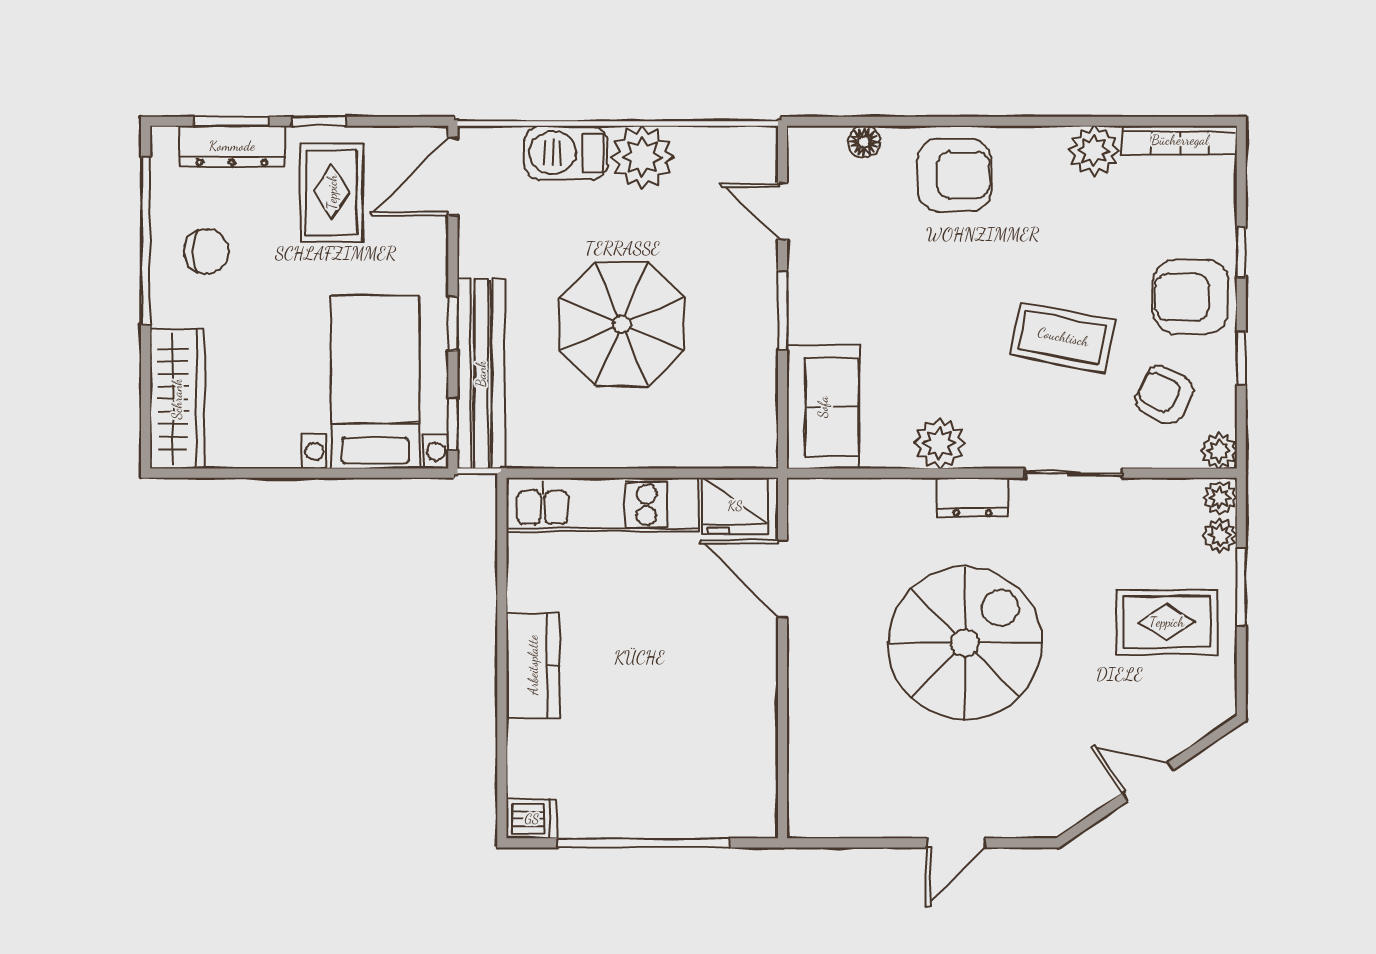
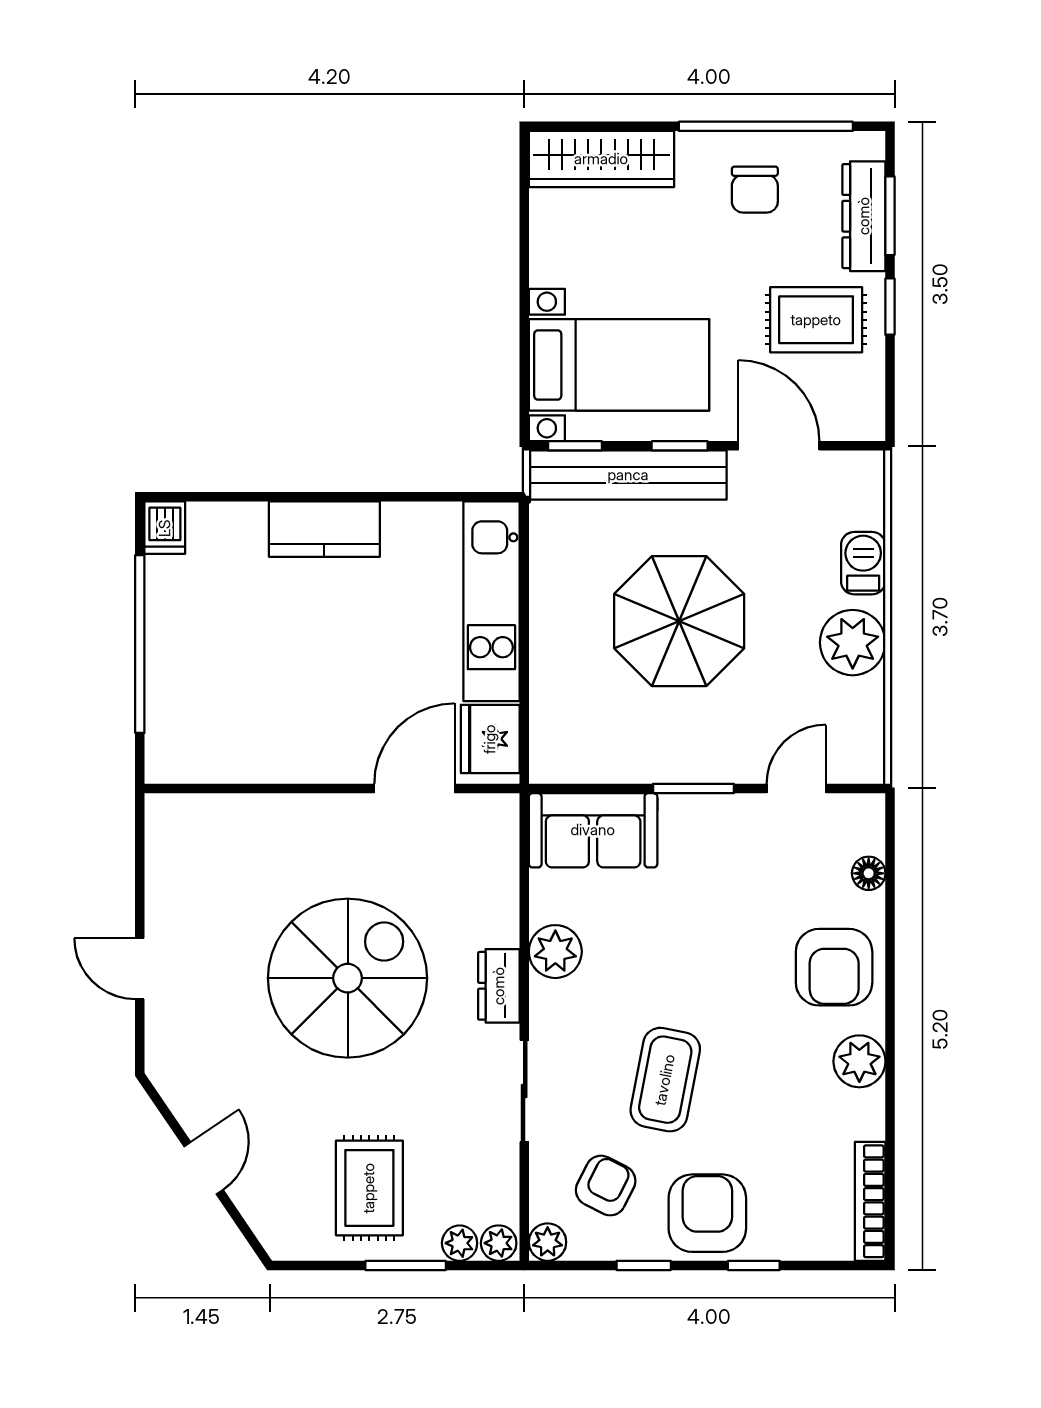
plant: (1094, 151) -> (859, 1061), moved
barbecue: (566, 153) -> (863, 563), width x0.73, depth x0.79
door: (453, 177) -> (779, 446), moved
spiral stairs: (965, 643) -> (348, 978), turned -90

